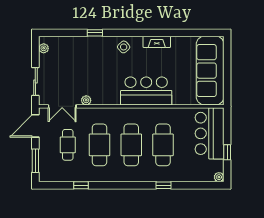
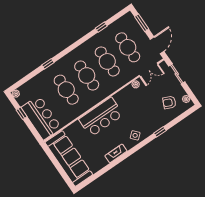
armchair: (64, 57) -> (169, 102), added
double door: (62, 106) -> (148, 70), swing flipped
cafe table: (68, 145) -> (128, 47), width x1.37, depth x1.35

